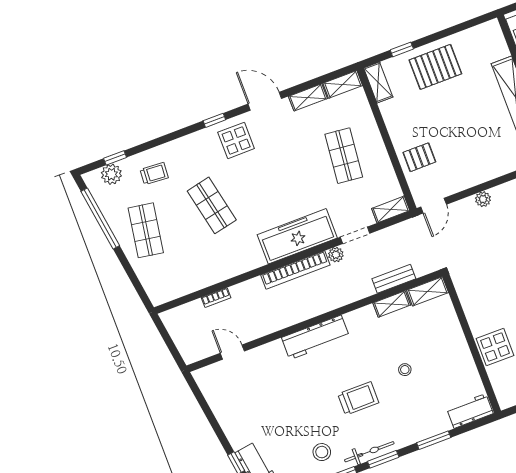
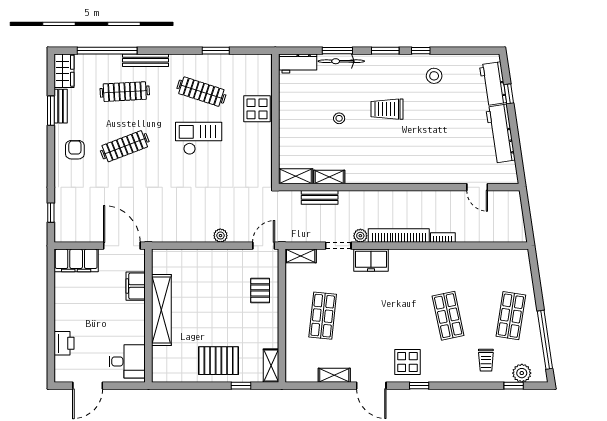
shelving: (343, 84) -> (301, 375), removed
pallet: (419, 157) -> (260, 290), turned 90
trolley: (154, 174) -> (486, 360), turned -94
freezer: (297, 236) -> (371, 260), width x0.52, depth x0.79
bookcase: (216, 298) -> (443, 238), moved
workbench: (315, 337) -> (501, 134), moved, turned -98
bicycle: (369, 452) -> (341, 61), moved

